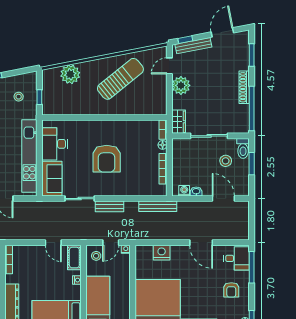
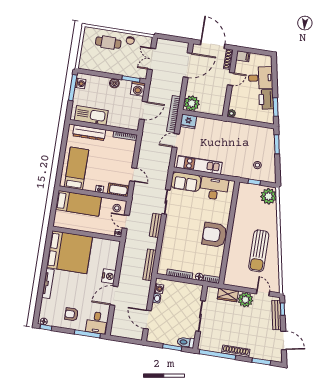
plant: (70, 74) -> (269, 196), moved
sun lounger: (120, 79) -> (259, 251), turned 39
wardrobe: (179, 122) -> (228, 295), moved
kitchen unit: (29, 156) -> (199, 165), width x0.73
armchair: (107, 159) -> (214, 235), moved
stool: (226, 161) -> (178, 326), removed
door: (223, 199) -> (147, 320), swing flipped
door: (53, 243) -> (133, 175), swing flipped
nightstand: (162, 253) -> (109, 276), moved

